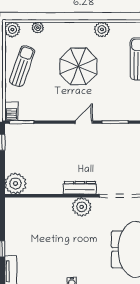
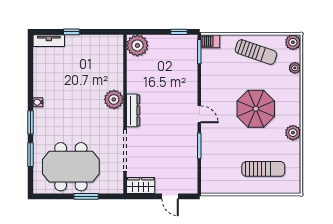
plant: (82, 207) -> (114, 99), moved

